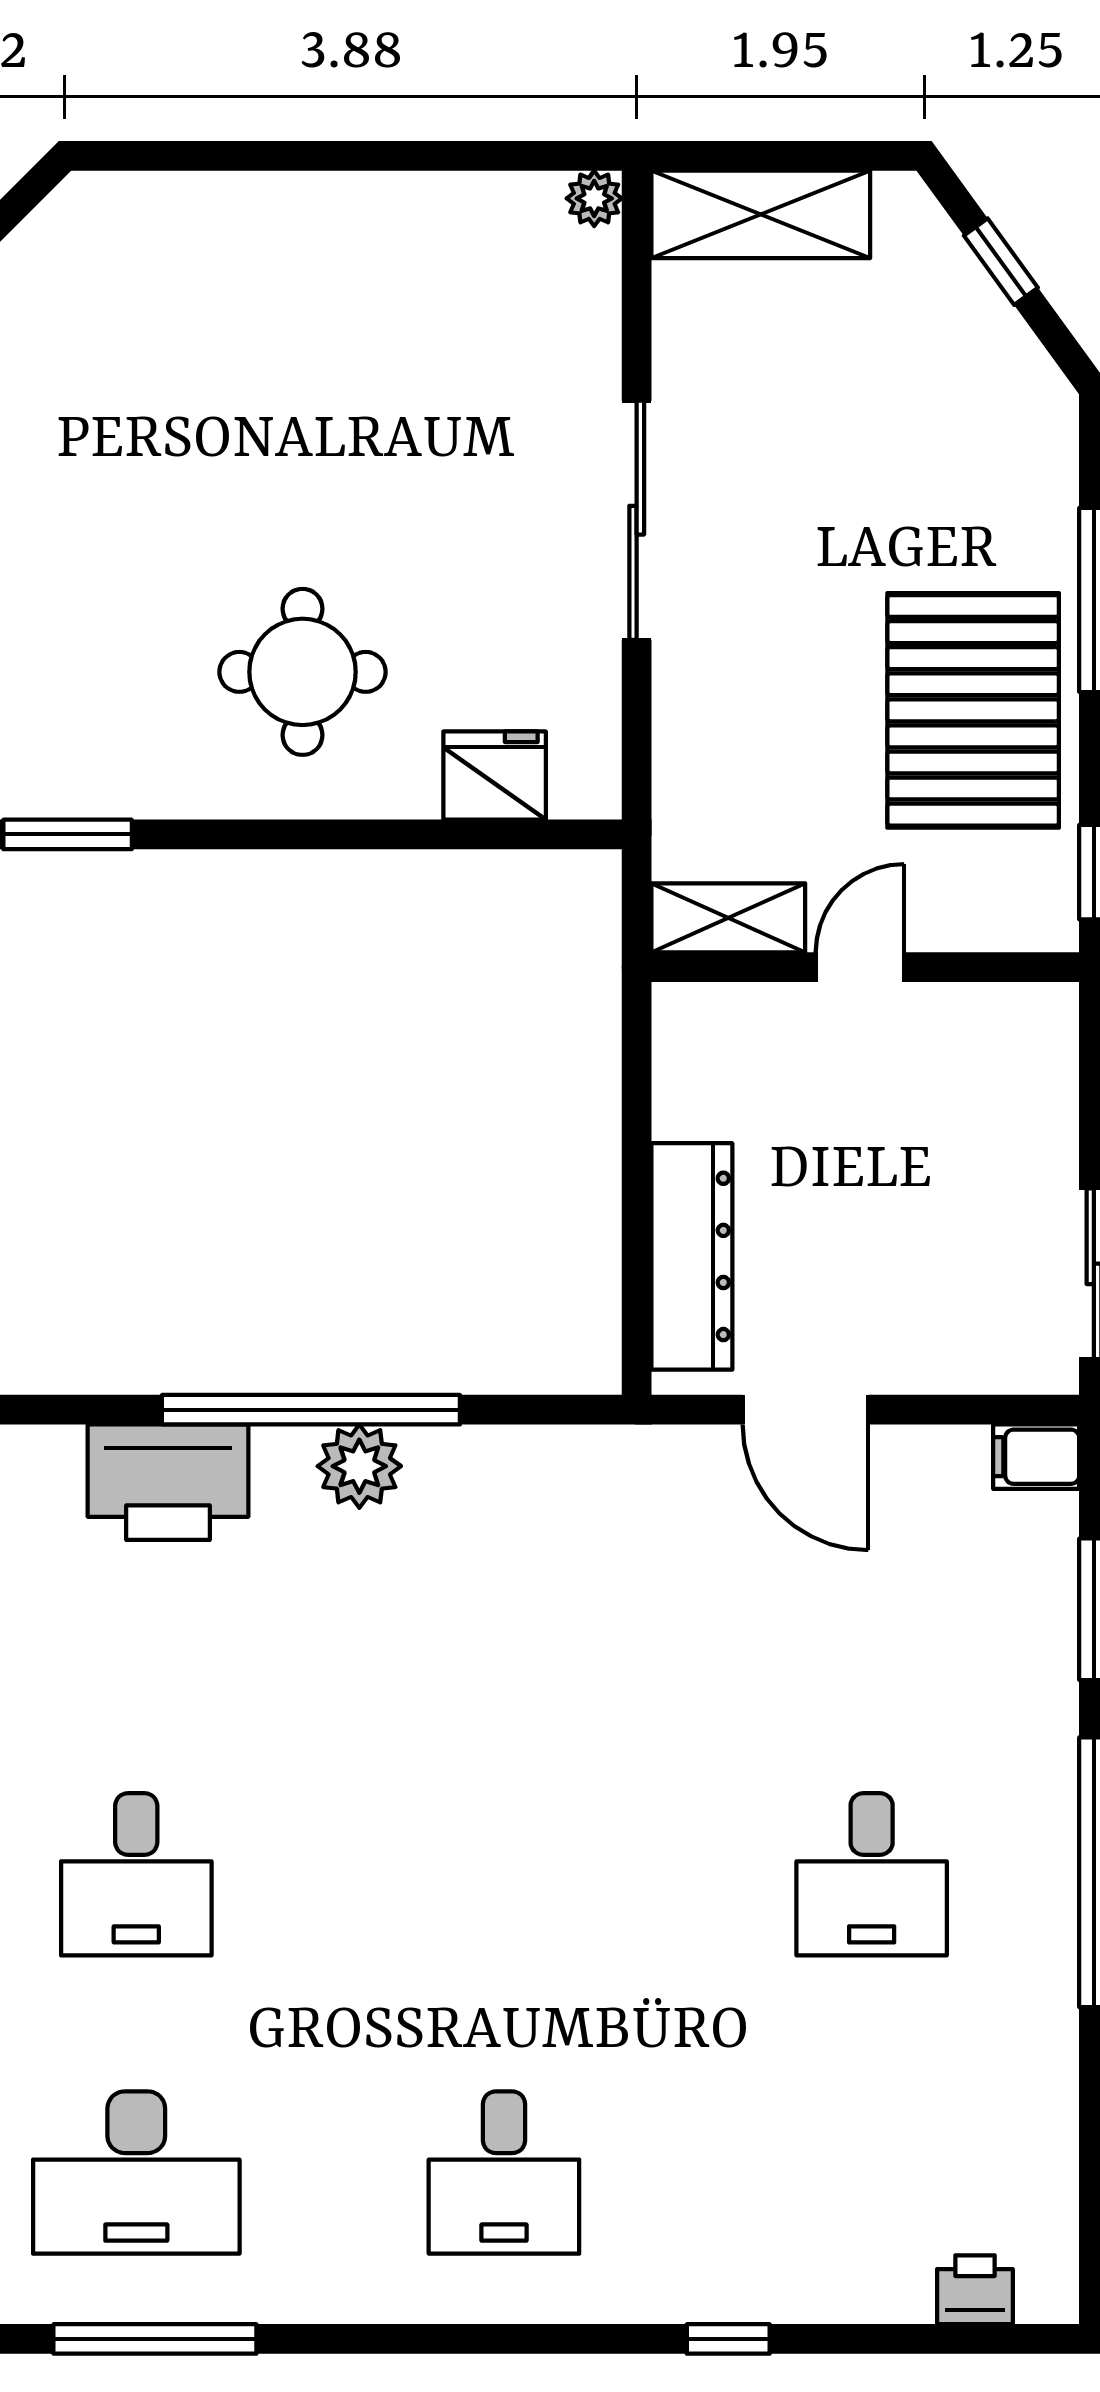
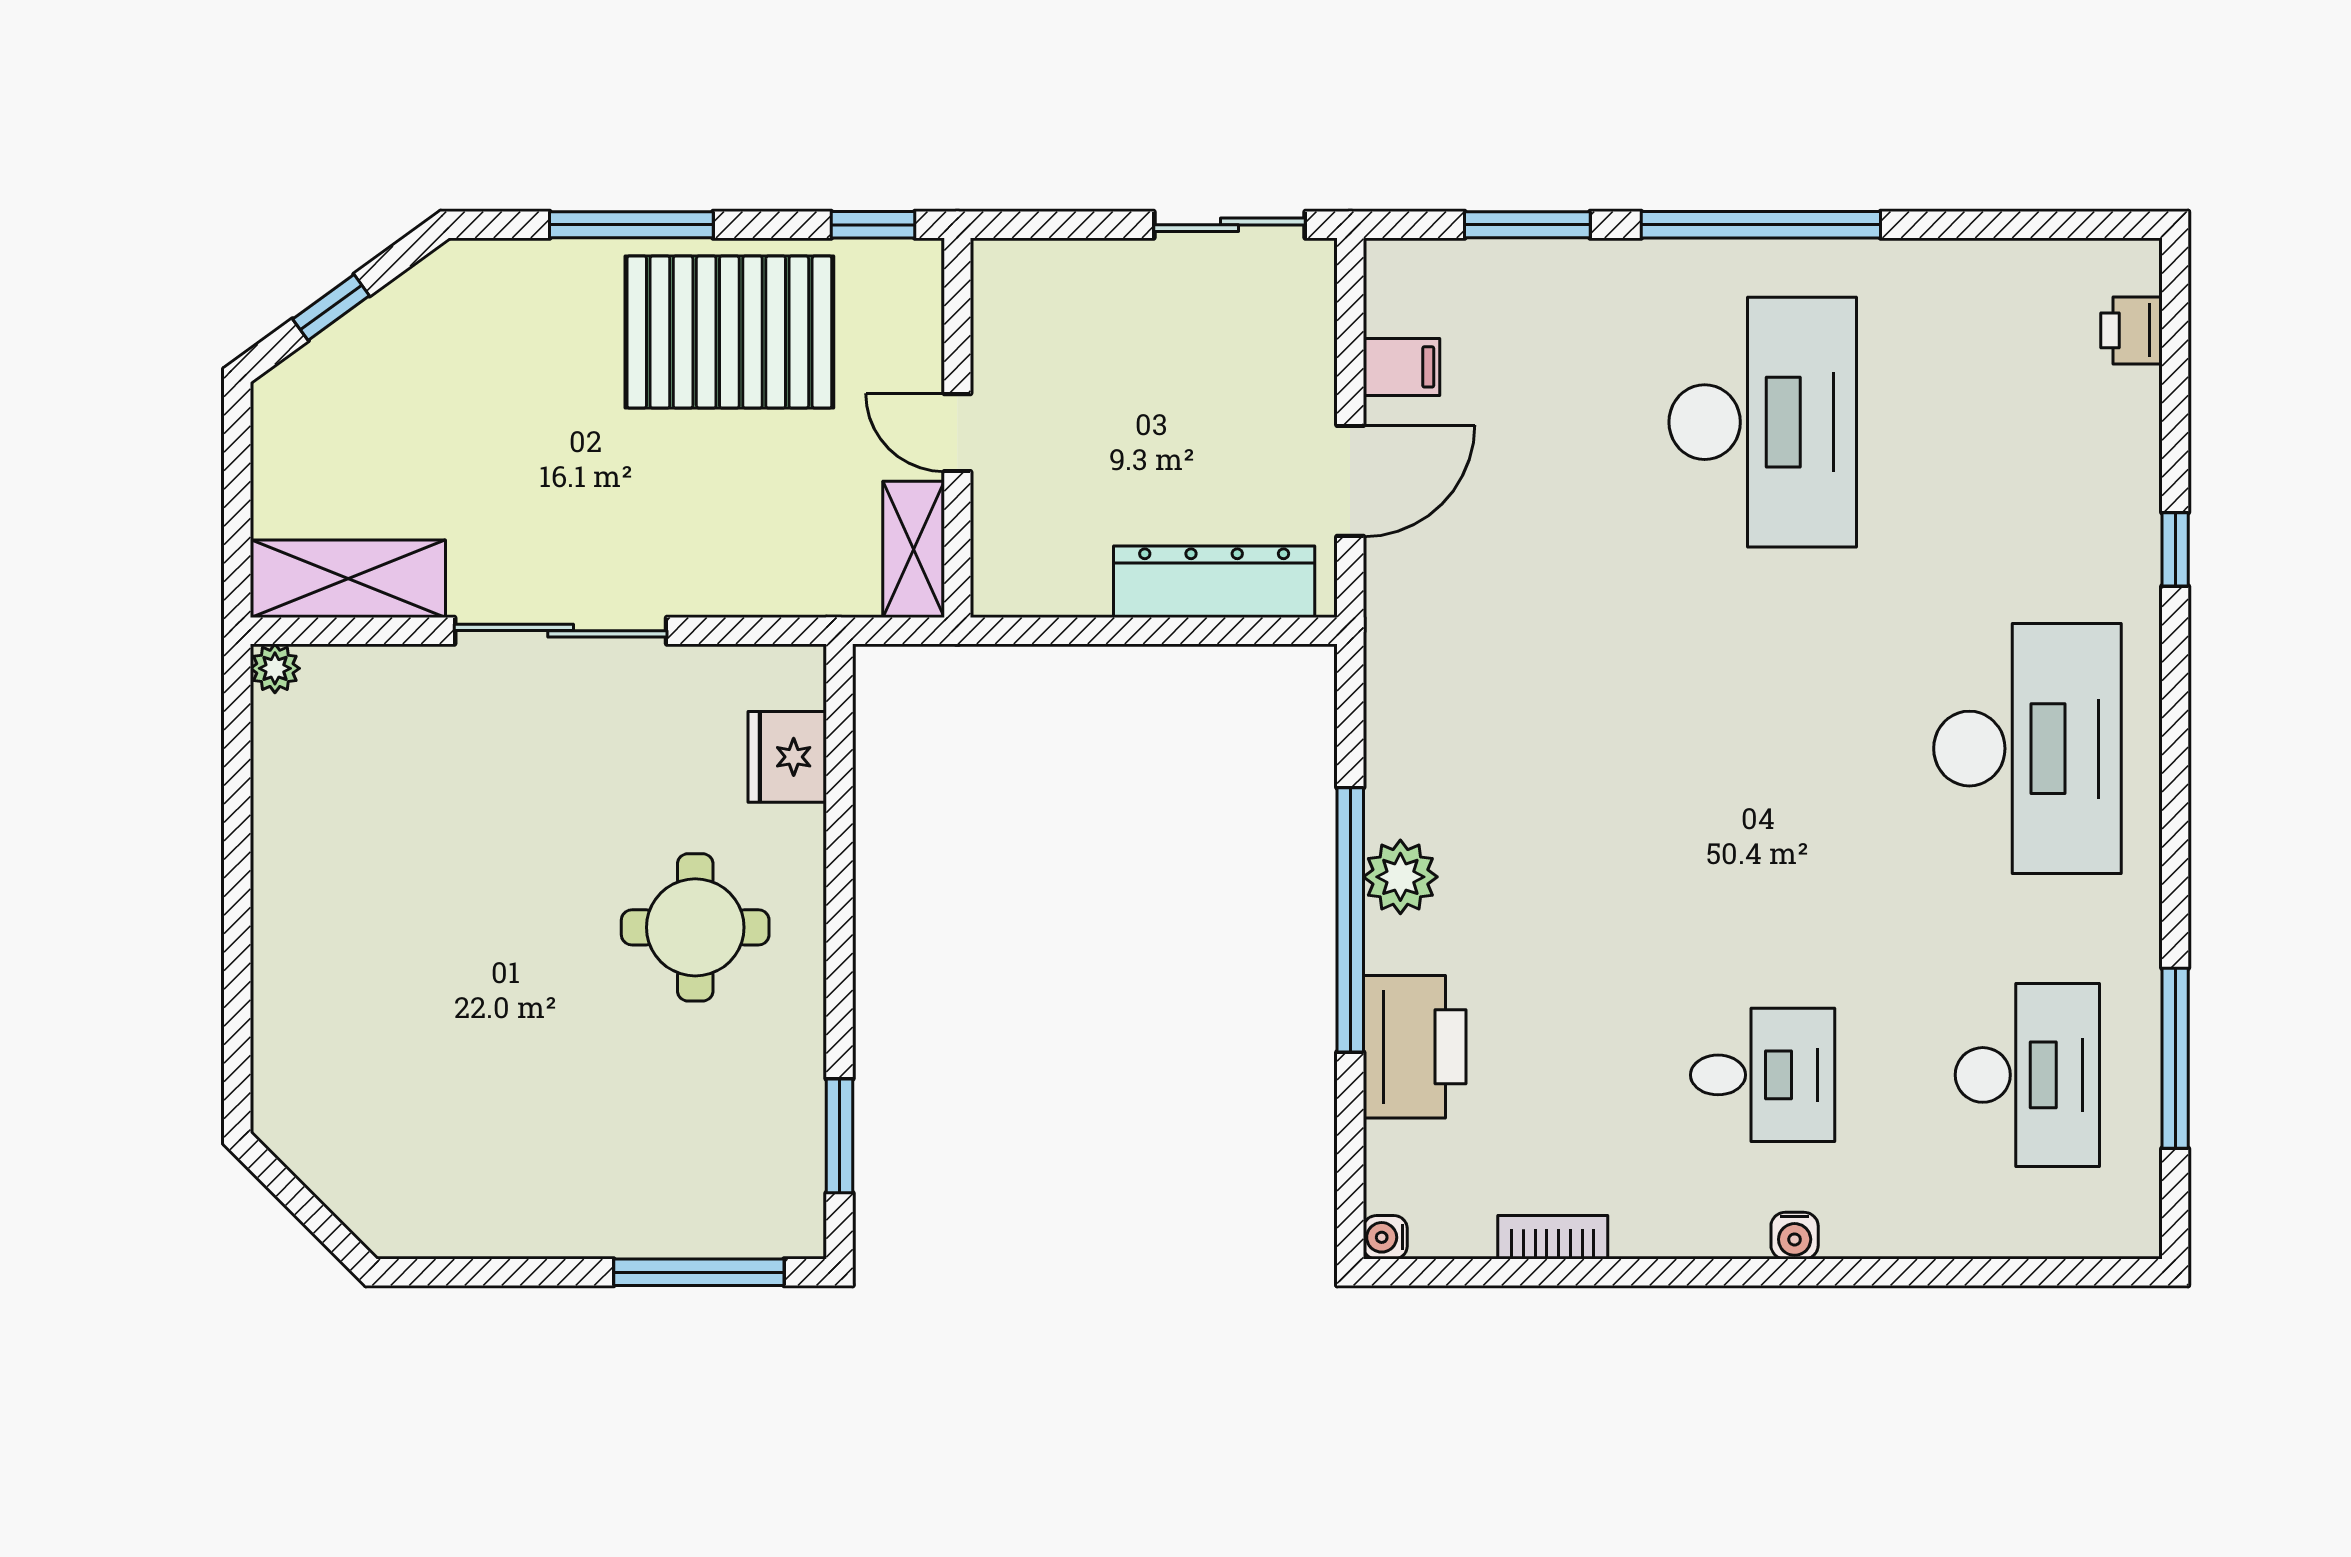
shelving: (761, 214) -> (348, 579), moved, turned 90
filing cabinet: (1036, 1457) -> (1401, 367), moved, turned -90
desk: (872, 1874) -> (1763, 422), width x1.87, depth x1.30
desk: (504, 2173) -> (2027, 749), width x1.87, depth x1.30

